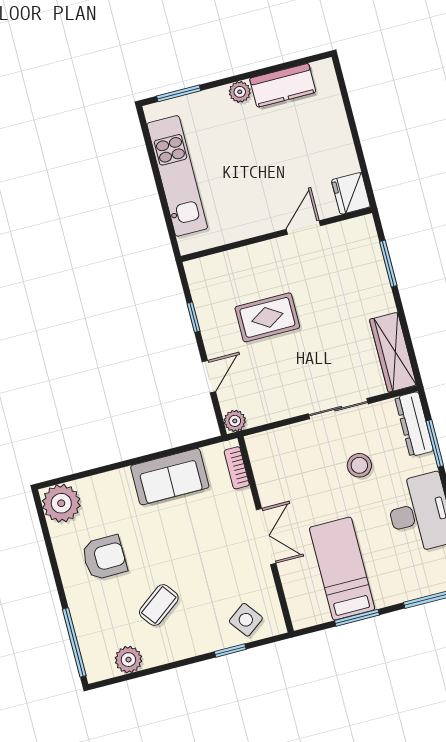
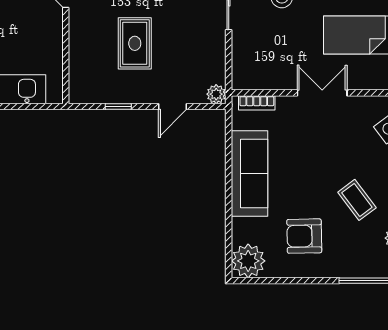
door: (209, 377) -> (172, 107), swing flipped
sofa: (170, 477) -> (249, 173), width x1.36
armchair: (104, 558) -> (304, 236), turned -90

